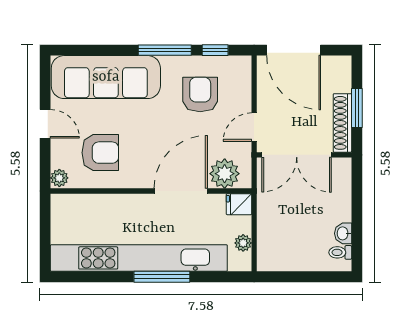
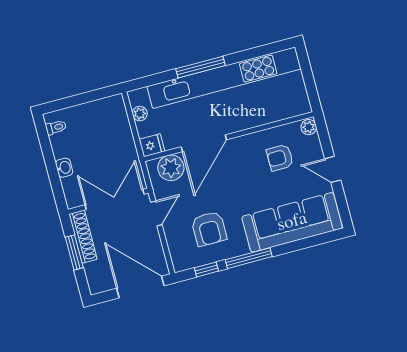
armchair: (100, 153) -> (280, 158), width x0.72, depth x0.72
washbasin: (343, 233) -> (64, 168), moved

